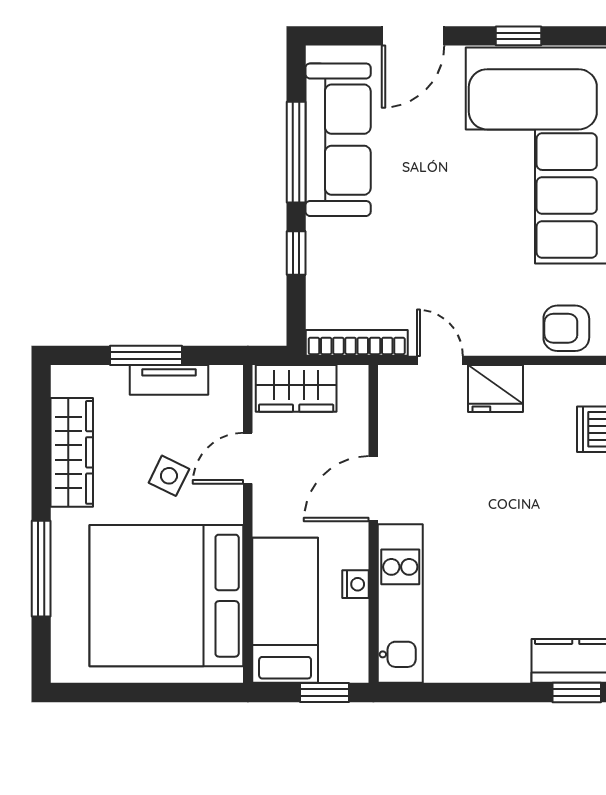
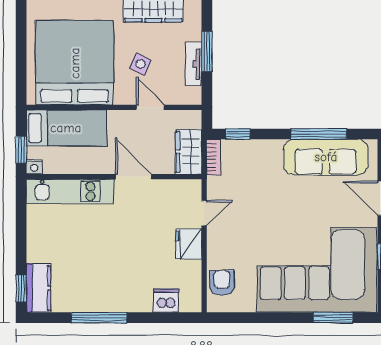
window: (296, 253) -> (238, 134), moved
bookcase: (357, 343) -> (214, 157), width x0.64
wardrobe: (296, 388) -> (189, 152), moved
nightstand: (356, 584) -> (34, 167), moved

